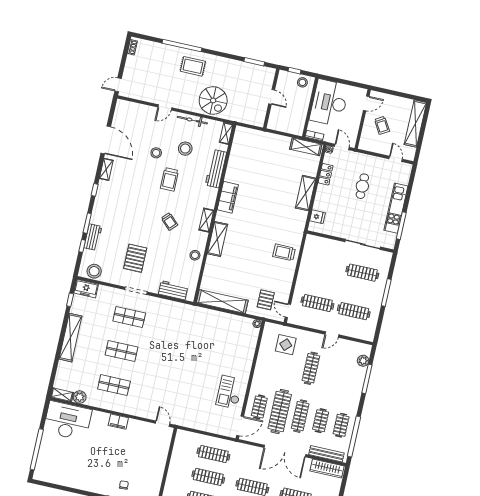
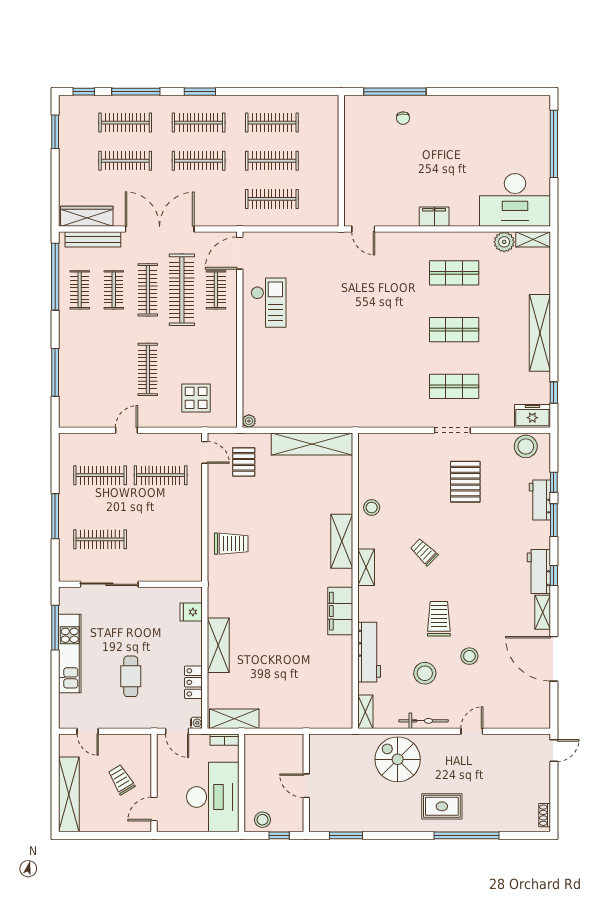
workbench: (173, 290) -> (539, 572), moved, turned 90
plant: (363, 361) -> (68, 400), removed

